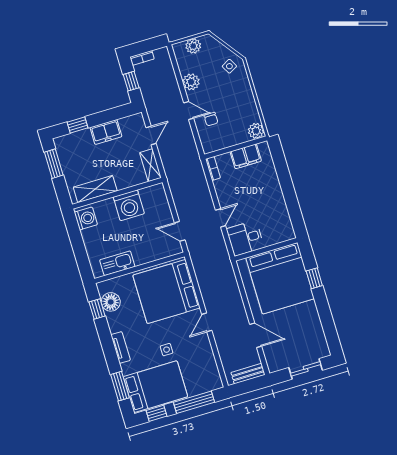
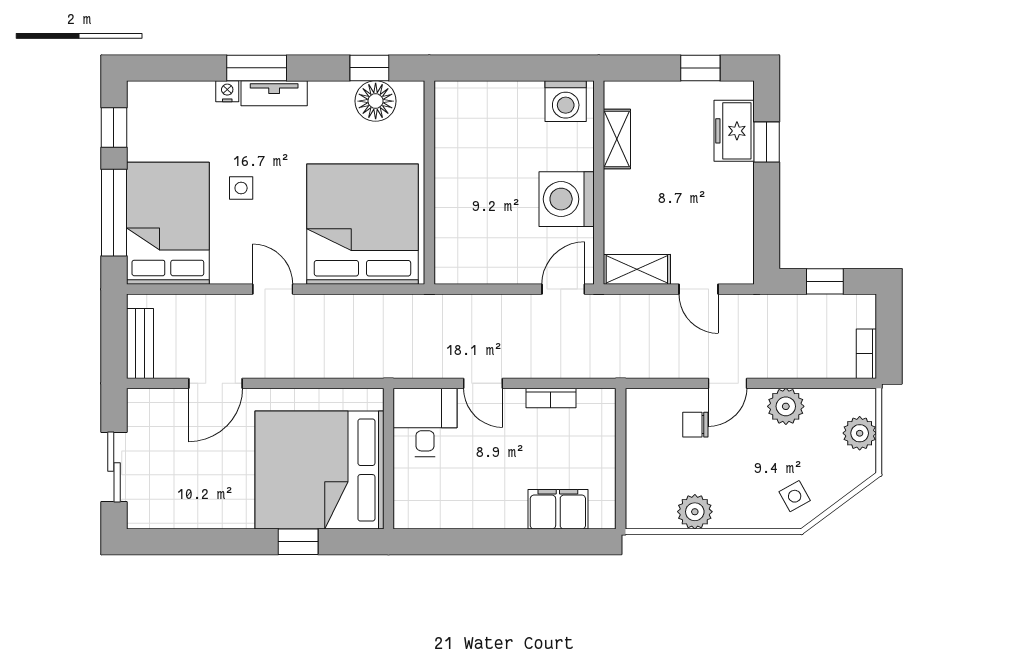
bookcase: (142, 58) -> (866, 354), moved
plant: (256, 131) -> (695, 512), moved
freezer: (106, 132) -> (734, 131), moved
filing cabinet: (246, 156) -> (558, 509), moved, turned 90
window: (54, 164) -> (700, 68), width x0.67
bookcase: (213, 168) -> (551, 398), moved
shelving: (95, 189) -> (617, 139), width x0.67, depth x0.75
door: (180, 231) -> (563, 289), moved
kitchen sink: (117, 263) -> (452, 139), removed
nightstand: (126, 368) -> (227, 91), added
window: (120, 386) -> (257, 68), moved
bed: (155, 387) -> (168, 223), moved, turned 180

